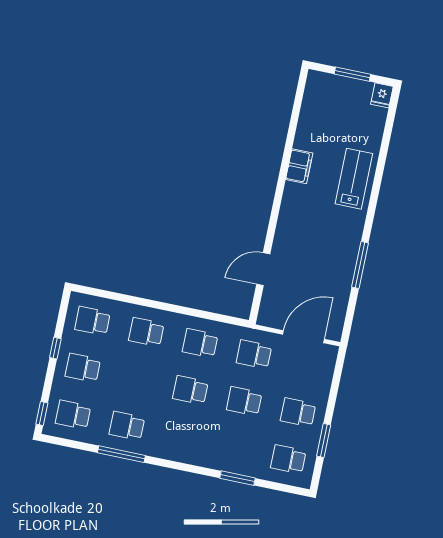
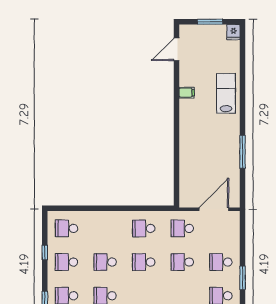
filing cabinet: (299, 166) -> (187, 93), width x0.50
door: (263, 269) -> (177, 49), moved
school desk: (146, 332) -> (105, 262), moved

